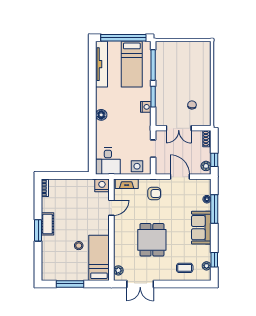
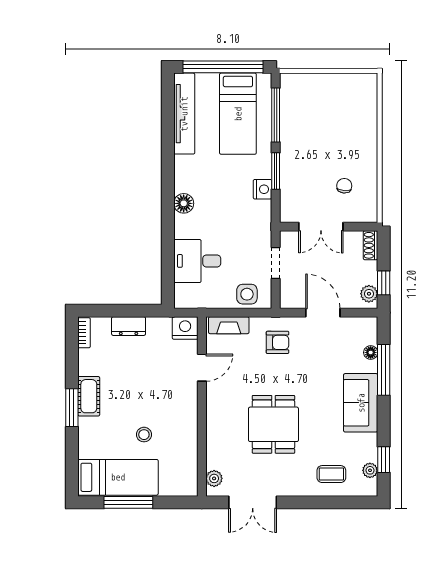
desk: (108, 161) -> (197, 261), moved, turned 90
dresser: (70, 184) -> (129, 326), added
bed: (99, 258) -> (118, 477), moved, turned 90

